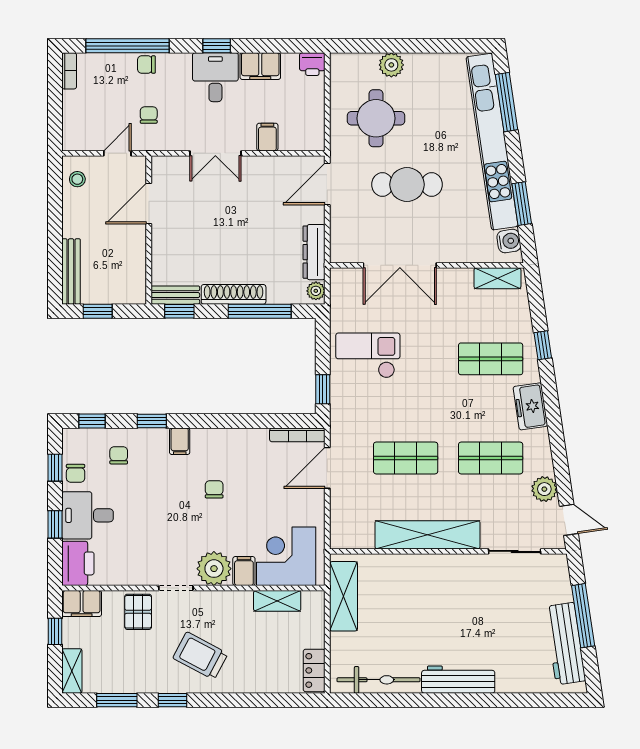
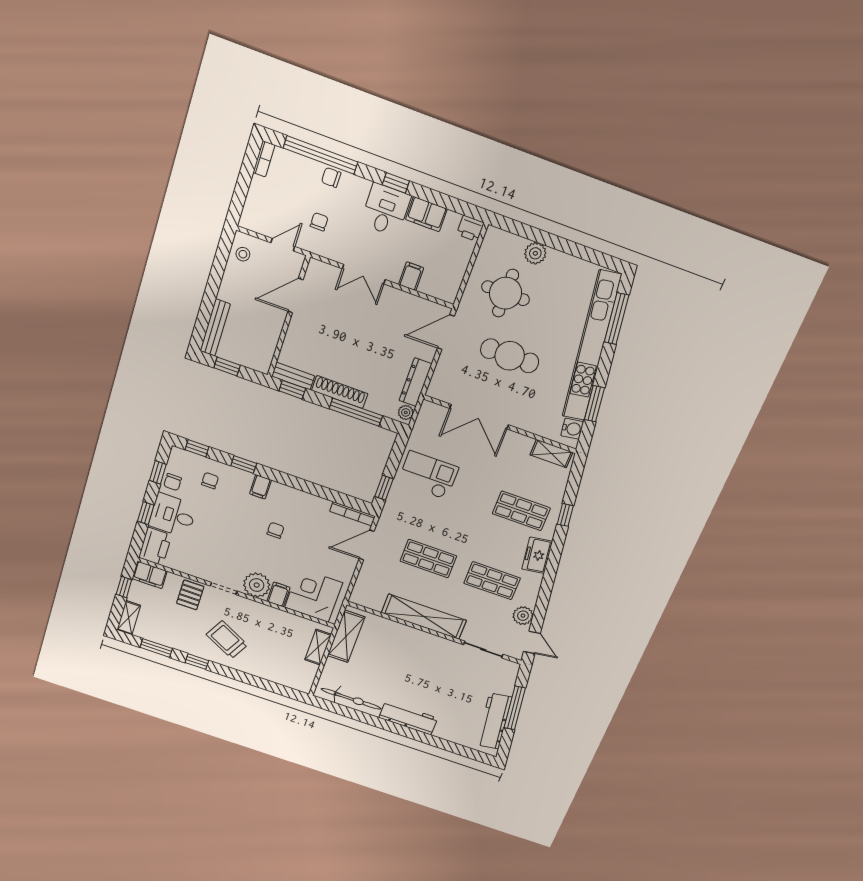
shelving: (277, 601) -> (318, 647), moved, turned 90
locker: (314, 670) -> (307, 677), removed

